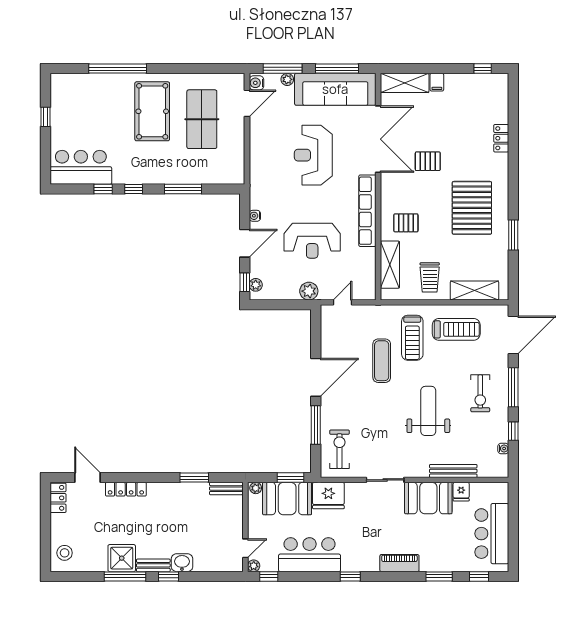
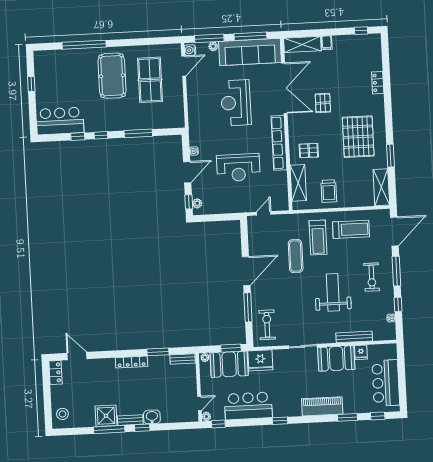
pallet: (428, 161) -> (323, 103), turned 90
shelving: (474, 290) -> (381, 187), moved, turned 90
plant: (309, 291) -> (238, 206), removed
locker: (126, 489) -> (131, 362), moved
piano: (399, 563) -> (322, 406), width x1.37, depth x1.33

